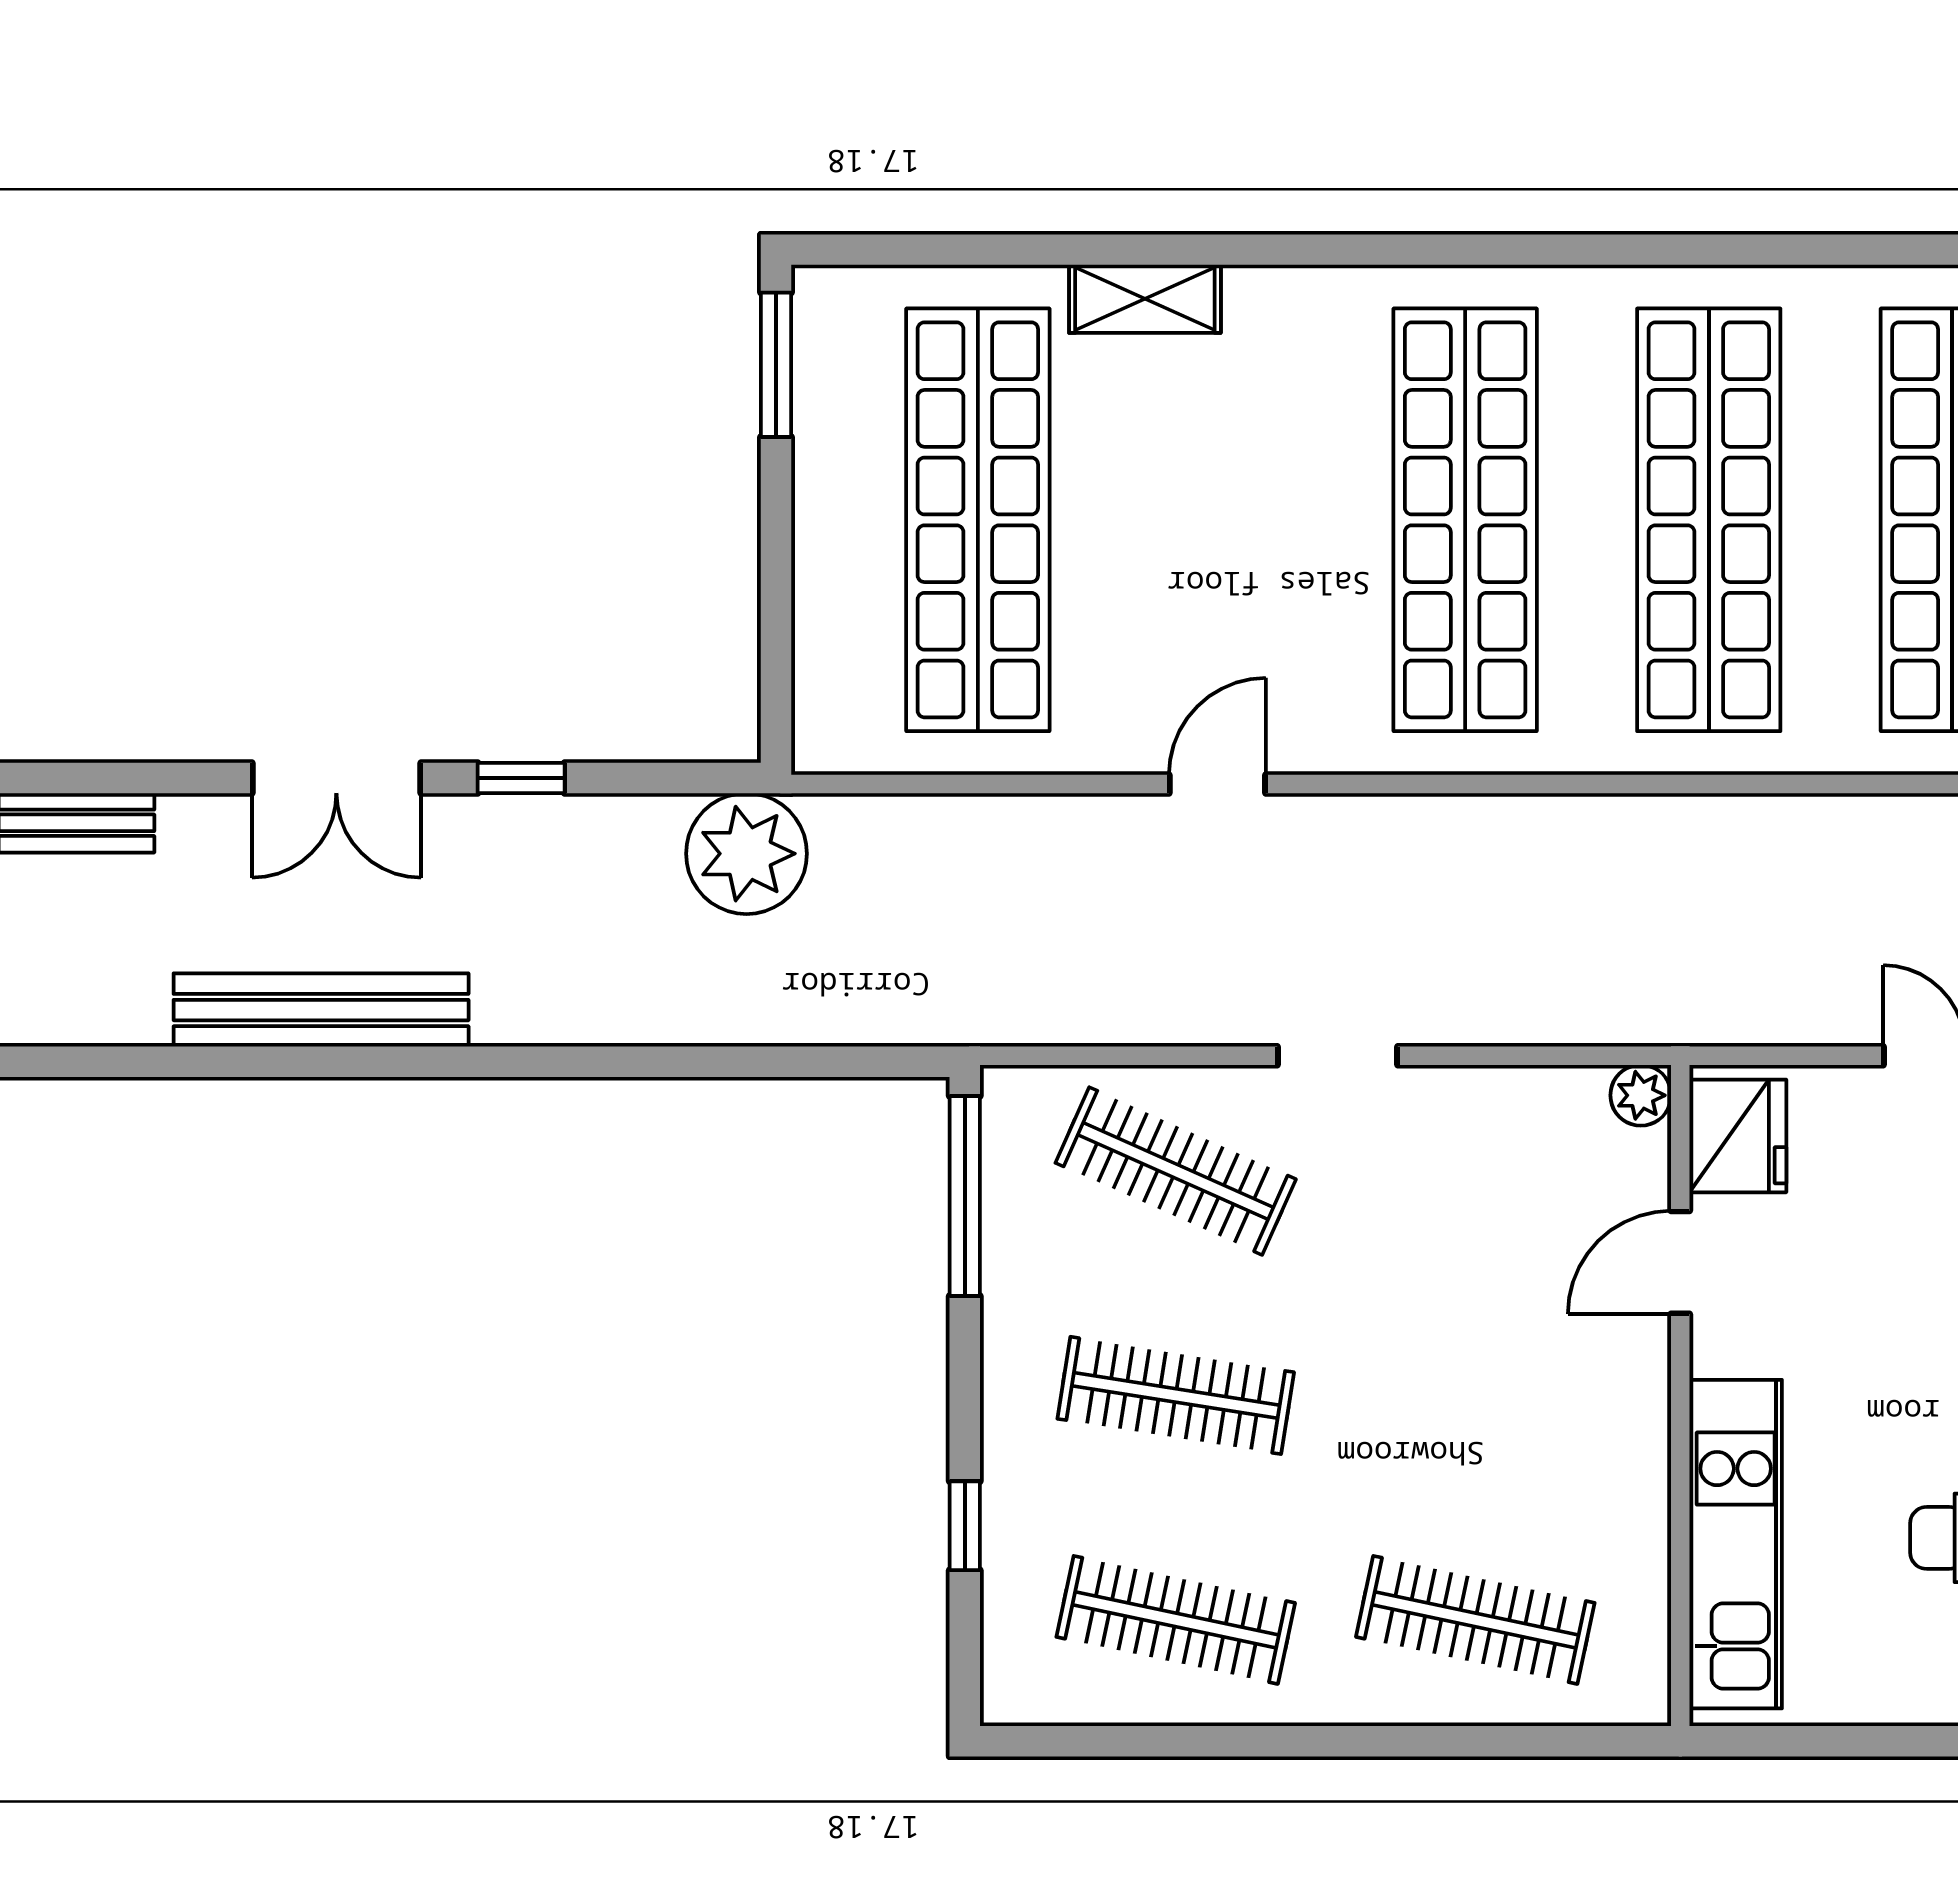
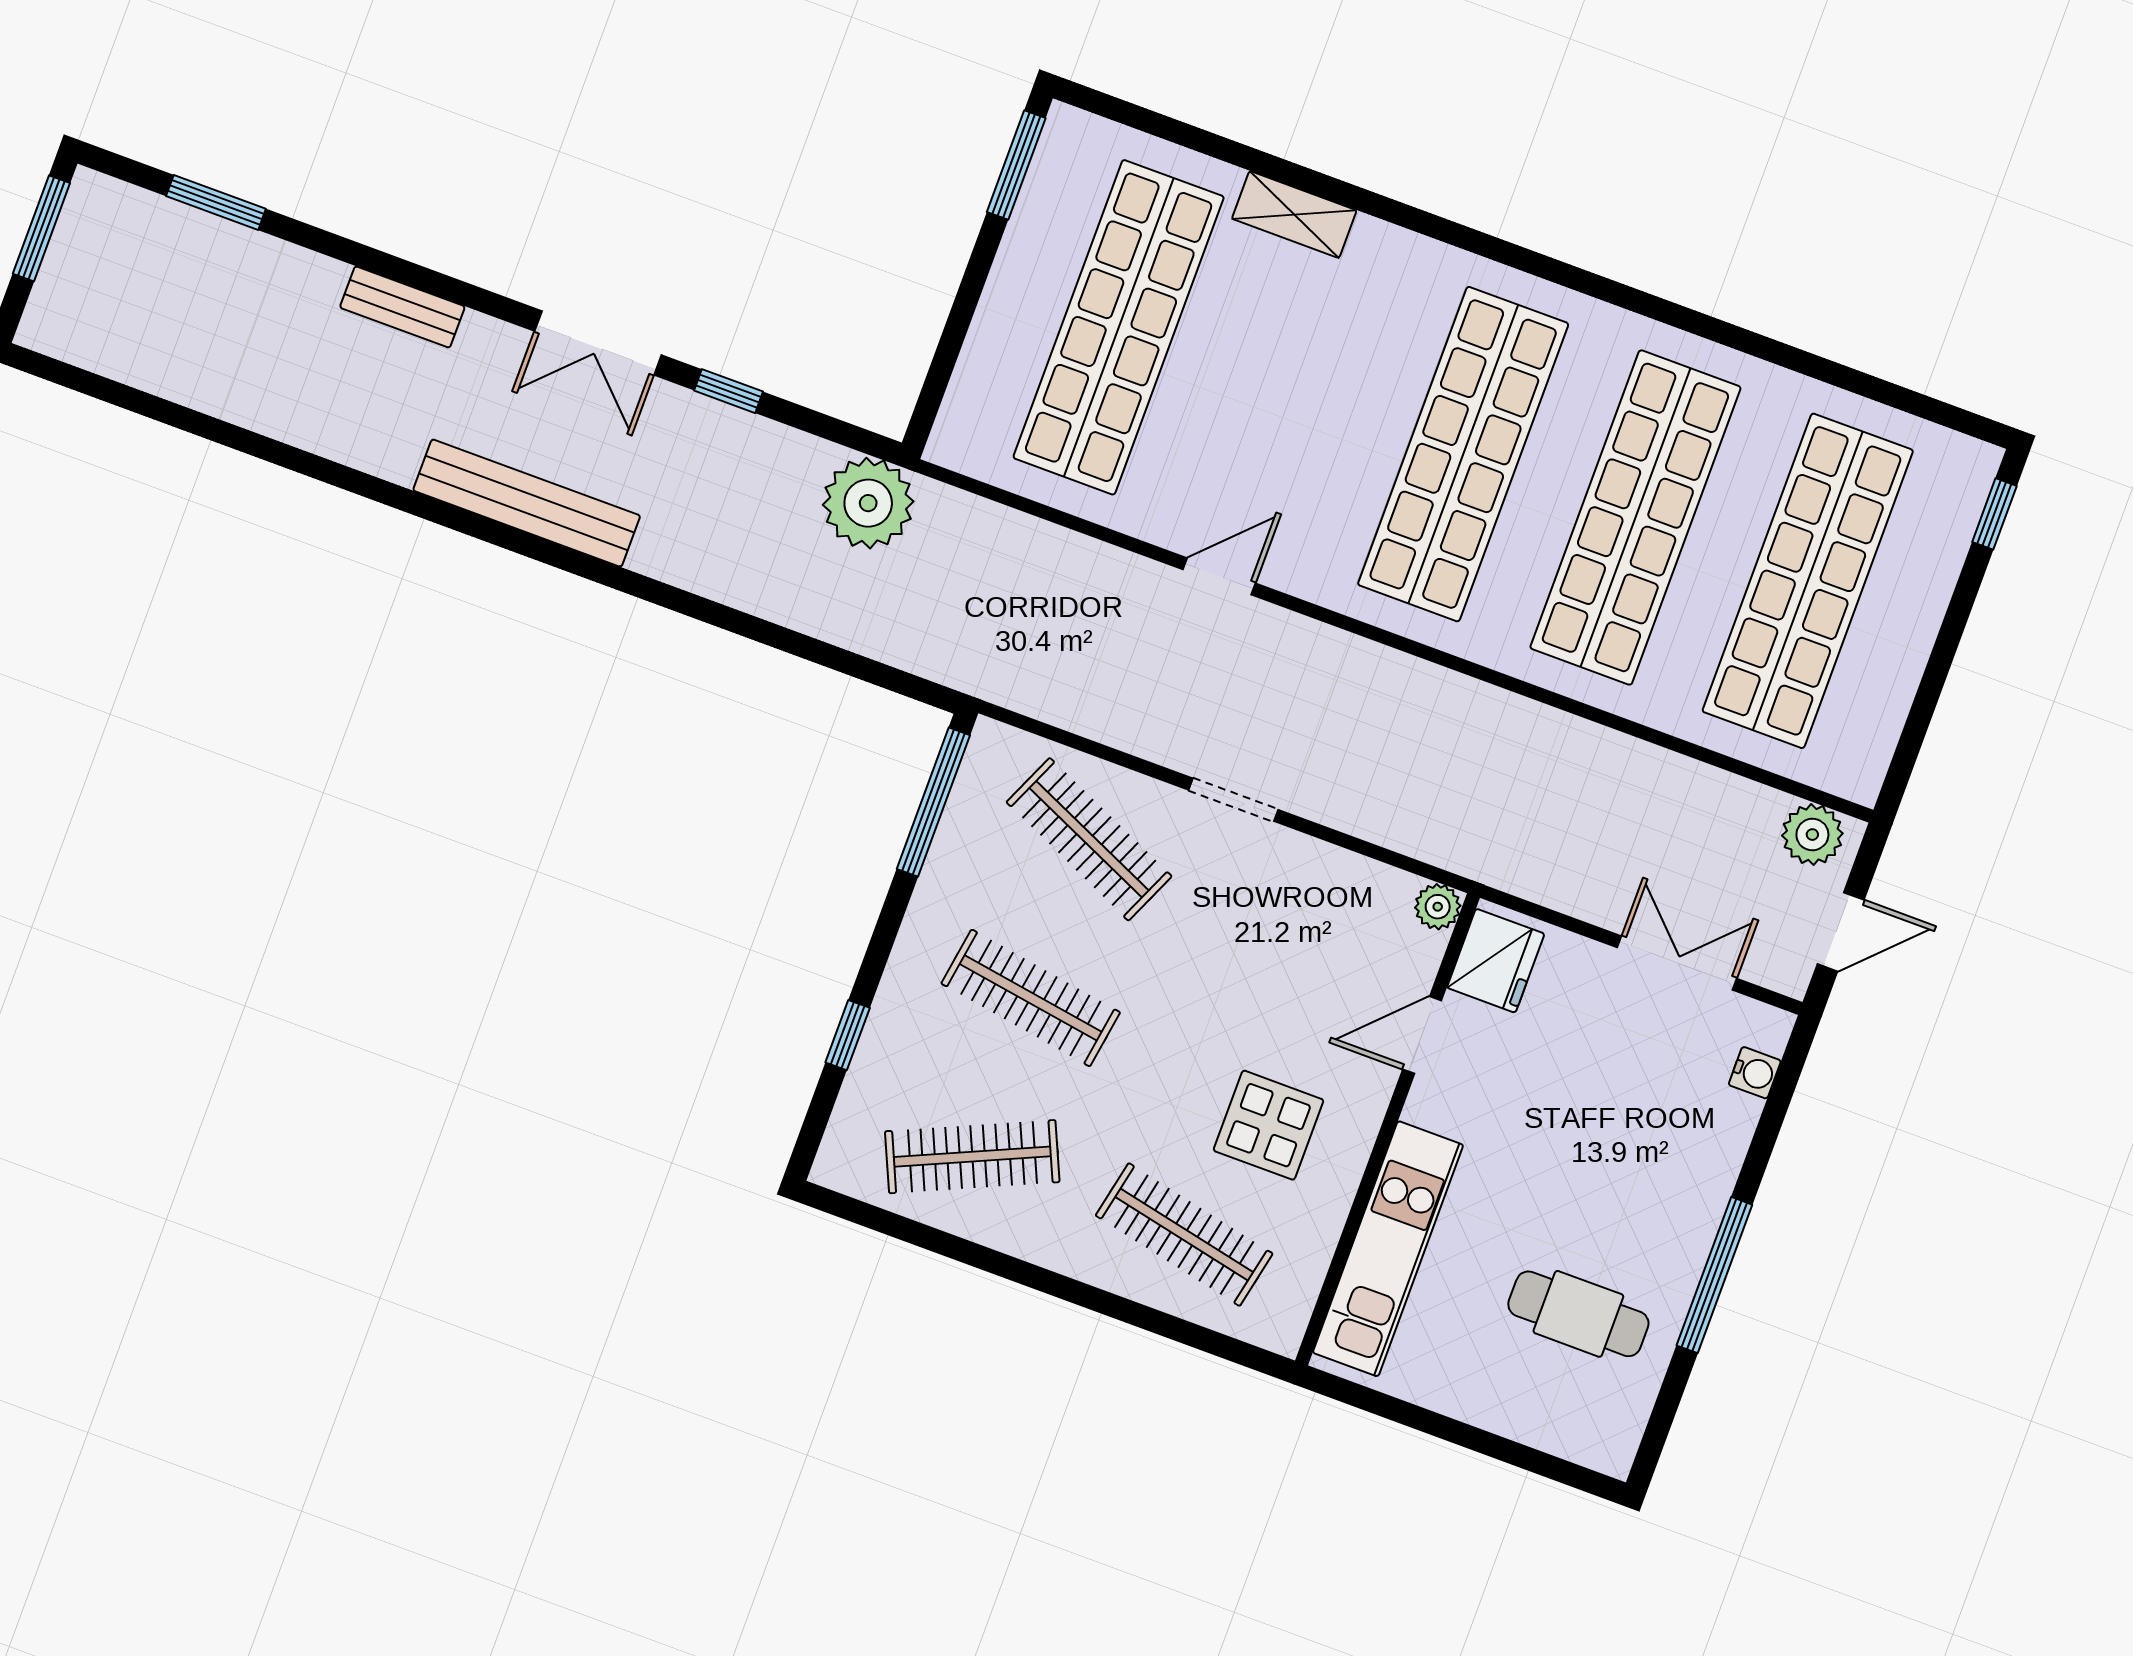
display table: (1530, 1445) -> (1269, 1125), added
clothes rail: (1176, 1620) -> (972, 1157), turned -36

